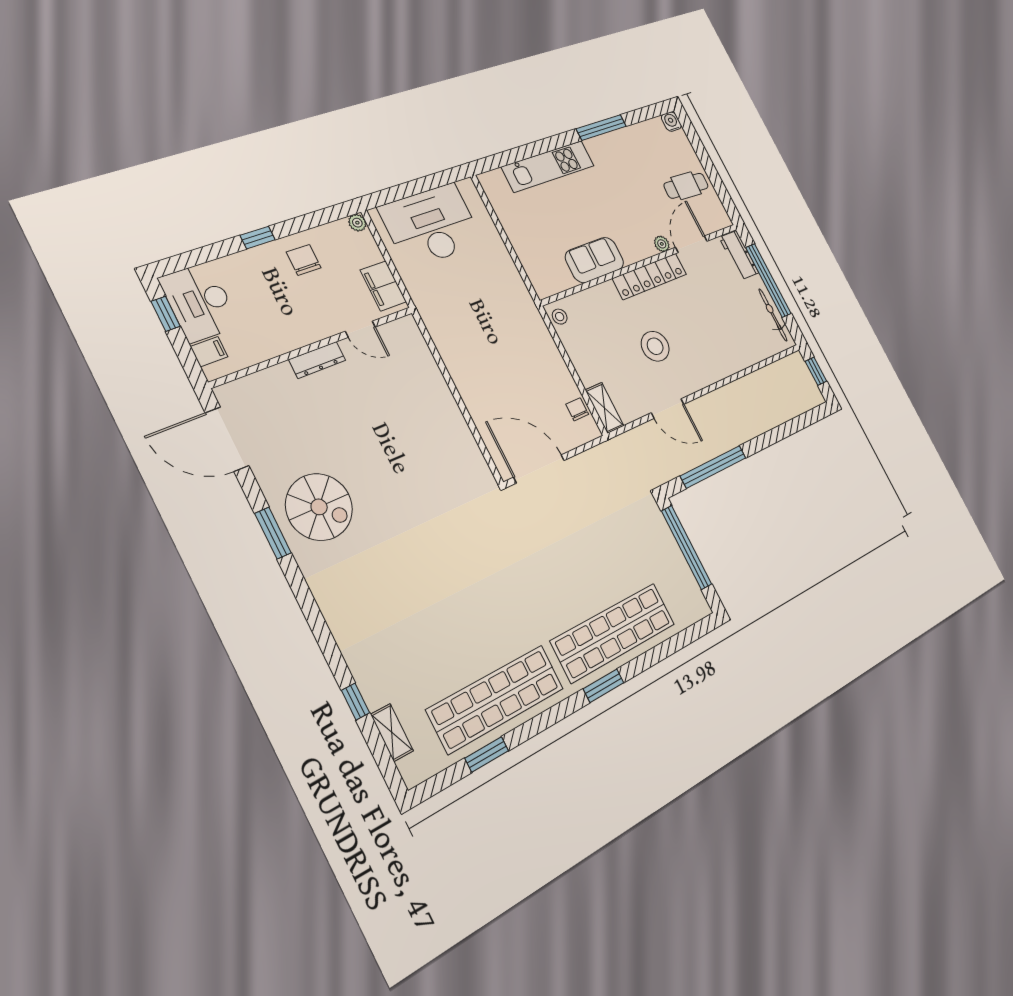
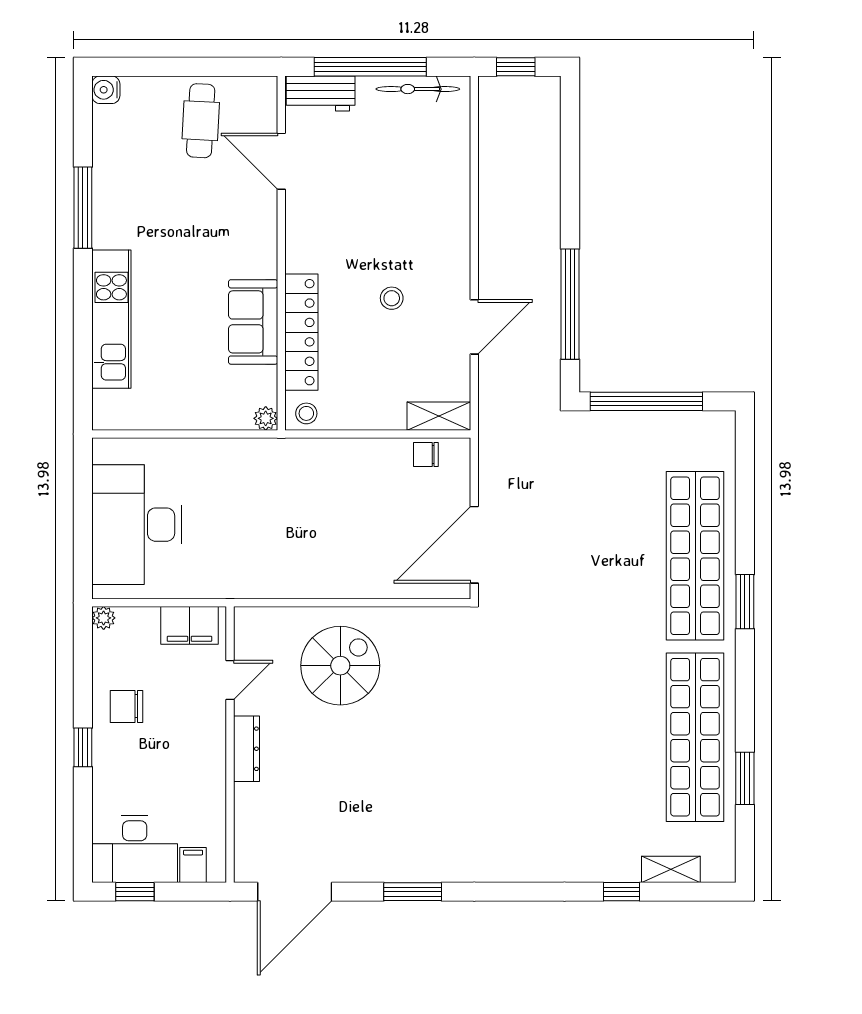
plant: (662, 244) -> (266, 418), moved
locker: (650, 276) -> (301, 332), moved
stool: (655, 346) -> (392, 298), width x0.53, depth x0.53
spiral stairs: (319, 507) -> (340, 666), moved

